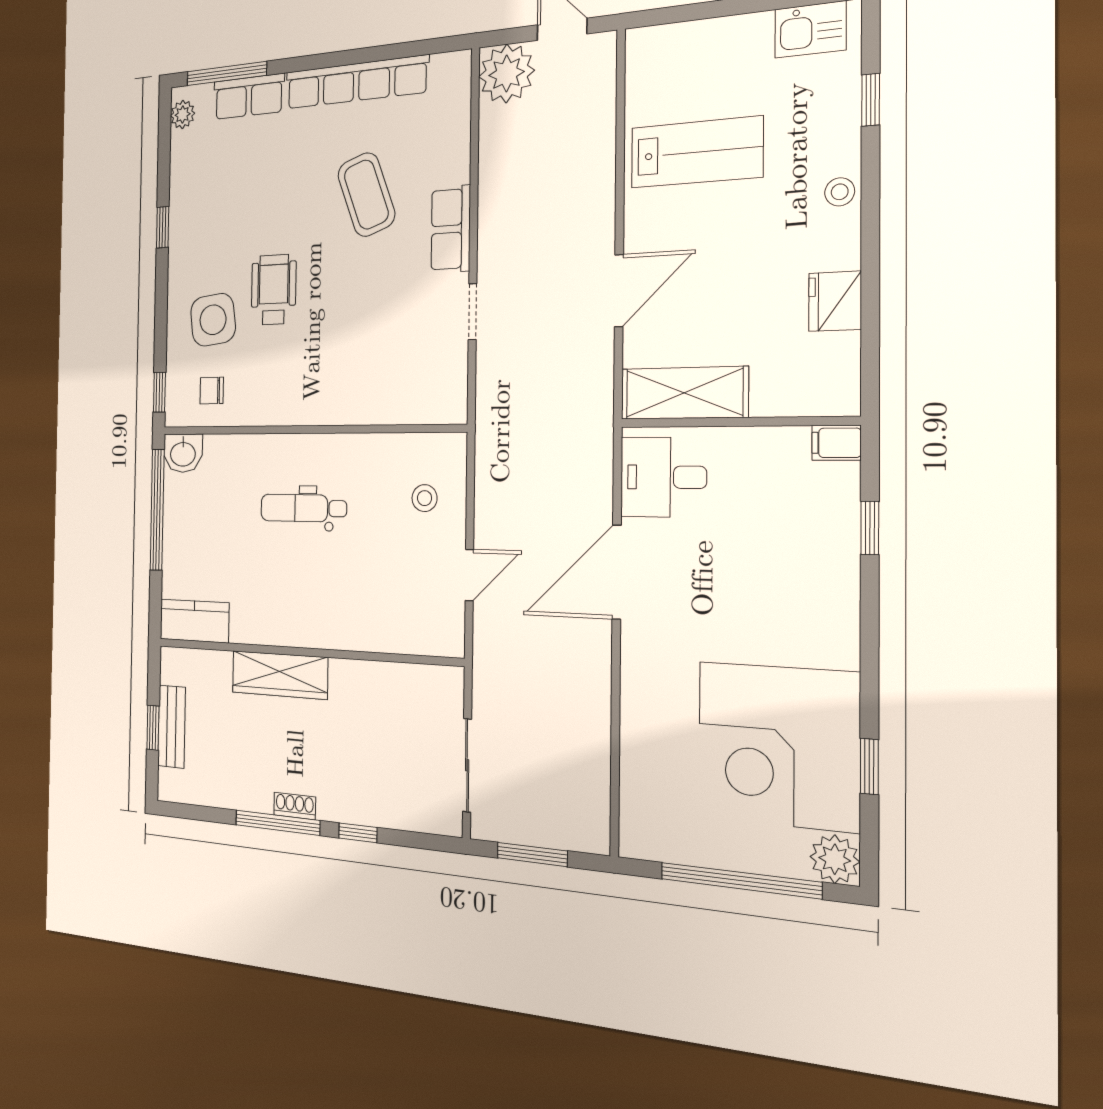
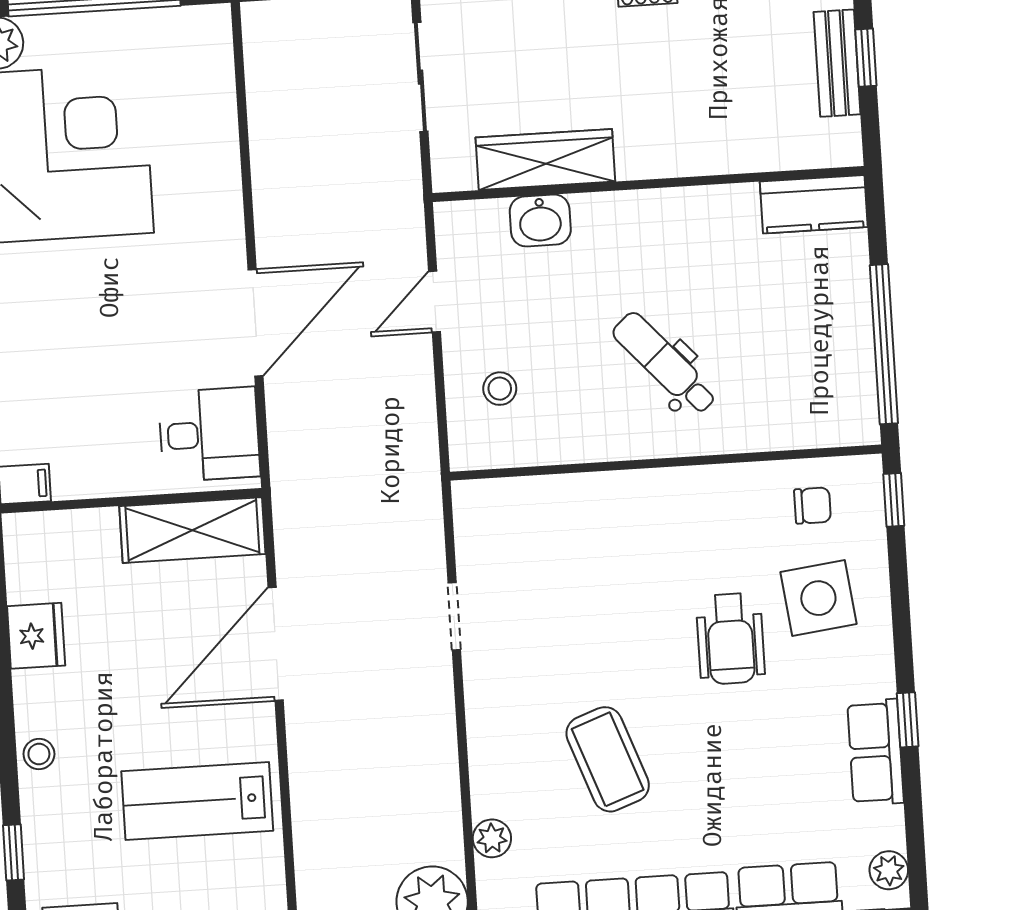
plant: (457, 128) -> (492, 838), added
row of seats: (451, 229) -> (875, 752), moved, turned 180
door: (619, 291) -> (276, 644), width x1.36
washbasin: (183, 453) -> (540, 220), moved, turned 180
dental chair: (303, 508) -> (665, 363), turned -132
wardrobe: (280, 675) -> (545, 159), moved

